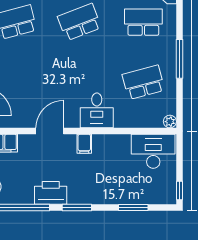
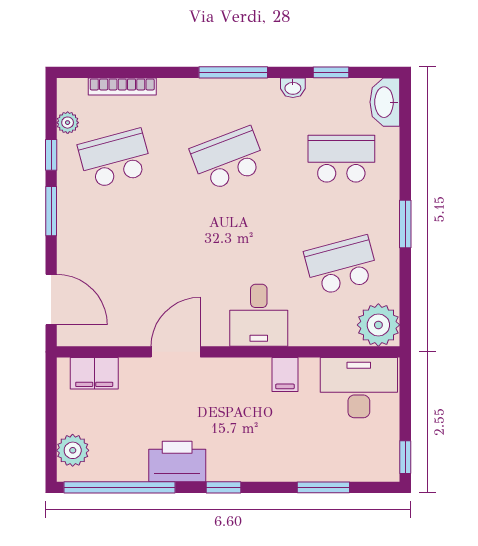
window: (179, 59) -> (405, 224), width x0.69
plant: (170, 122) -> (378, 325), width x1.87, depth x1.87
filing cabinet: (84, 144) -> (285, 374), moved
window: (77, 208) -> (224, 487), width x0.67

